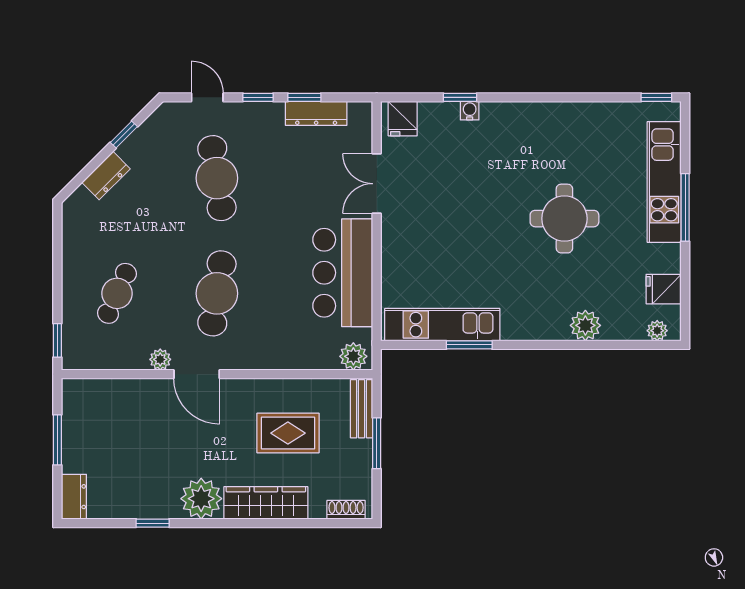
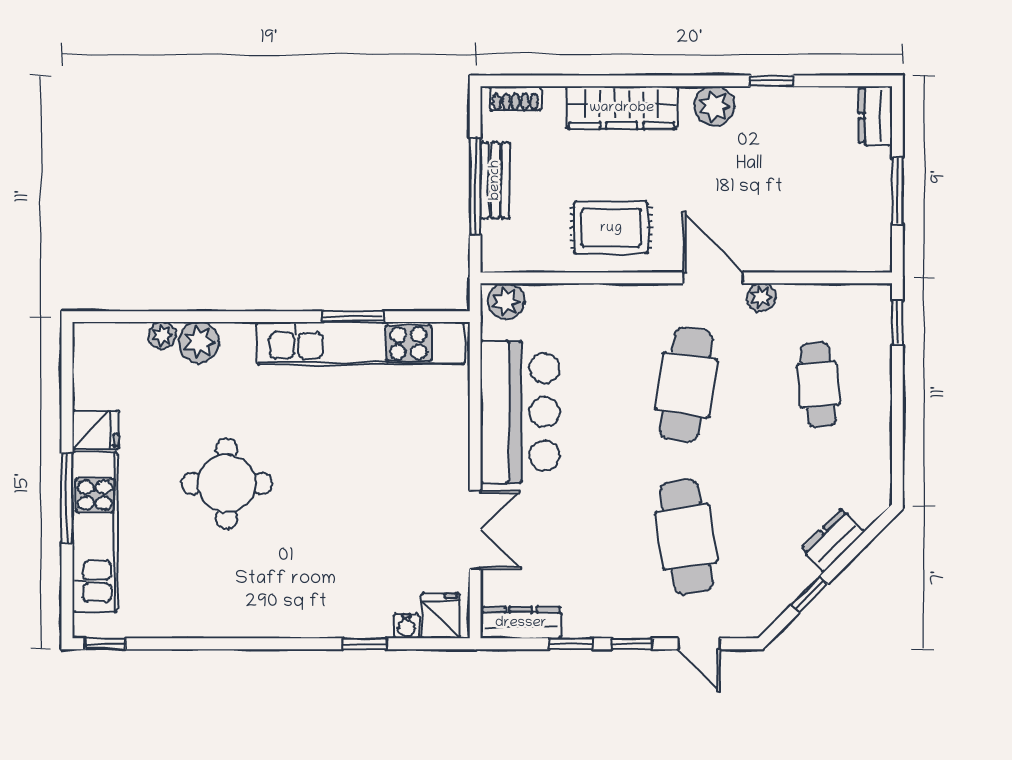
water cooler: (470, 111) -> (406, 626), moved
dresser: (316, 113) -> (521, 623), moved
fridge: (664, 289) -> (96, 430), moved
cafe table: (117, 293) -> (818, 385), turned -30
kitchen unit: (442, 325) -> (361, 343), width x1.36
plant: (657, 331) -> (162, 335), moved
bench: (362, 409) -> (495, 180), moved
rug: (288, 433) -> (611, 228), moved
window: (377, 443) -> (475, 186), width x1.44
plant: (201, 499) -> (714, 106), width x0.73, depth x0.73

